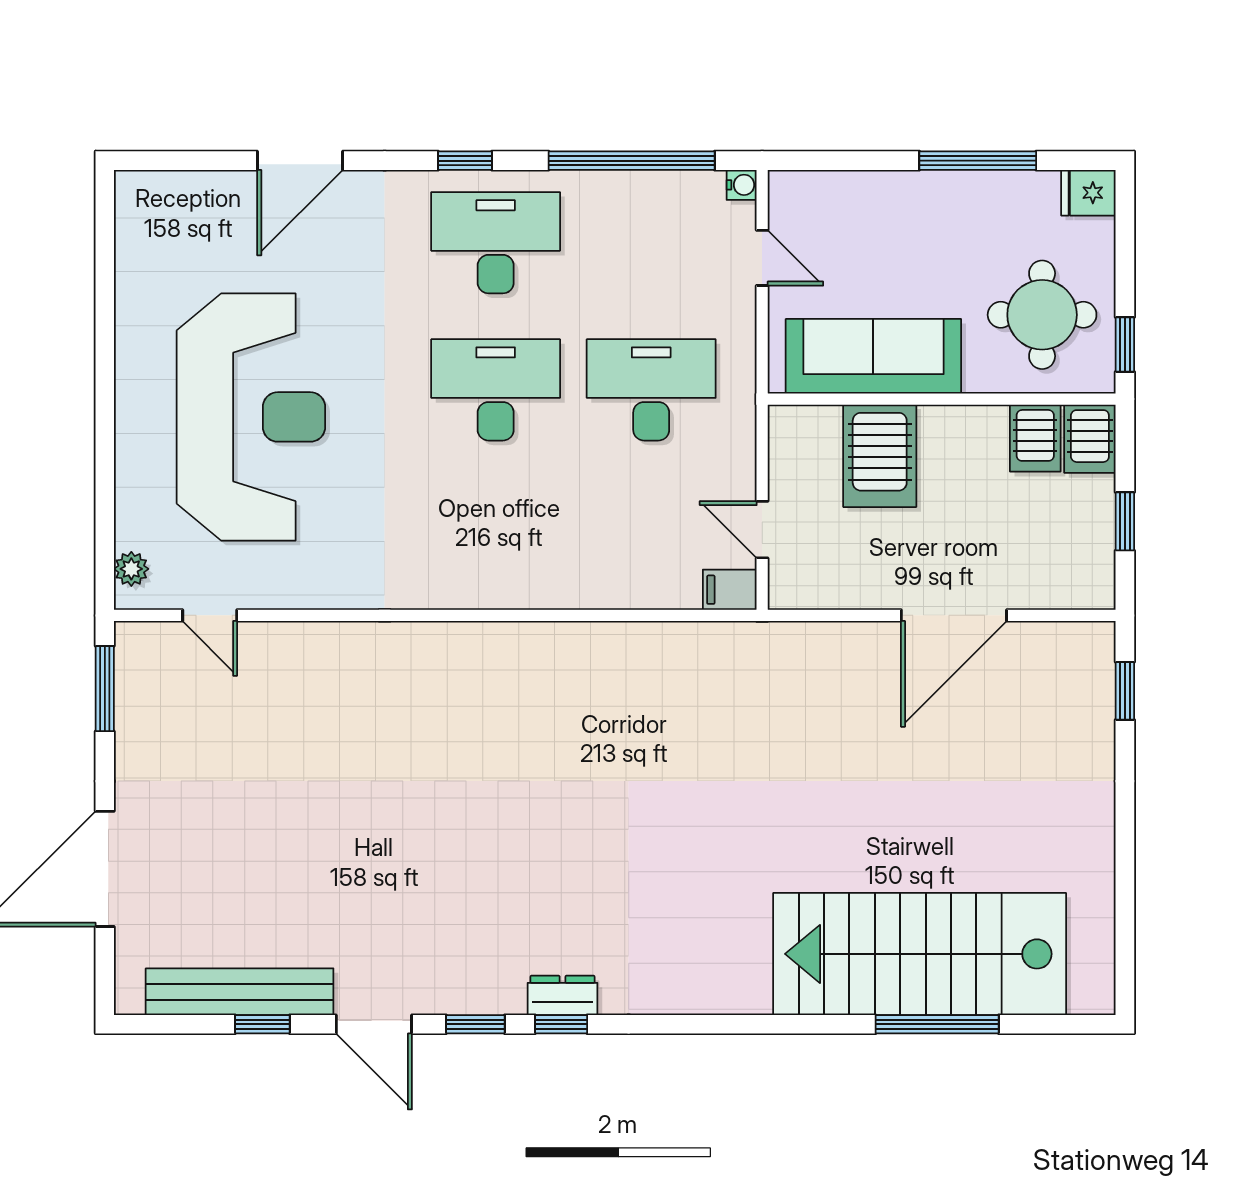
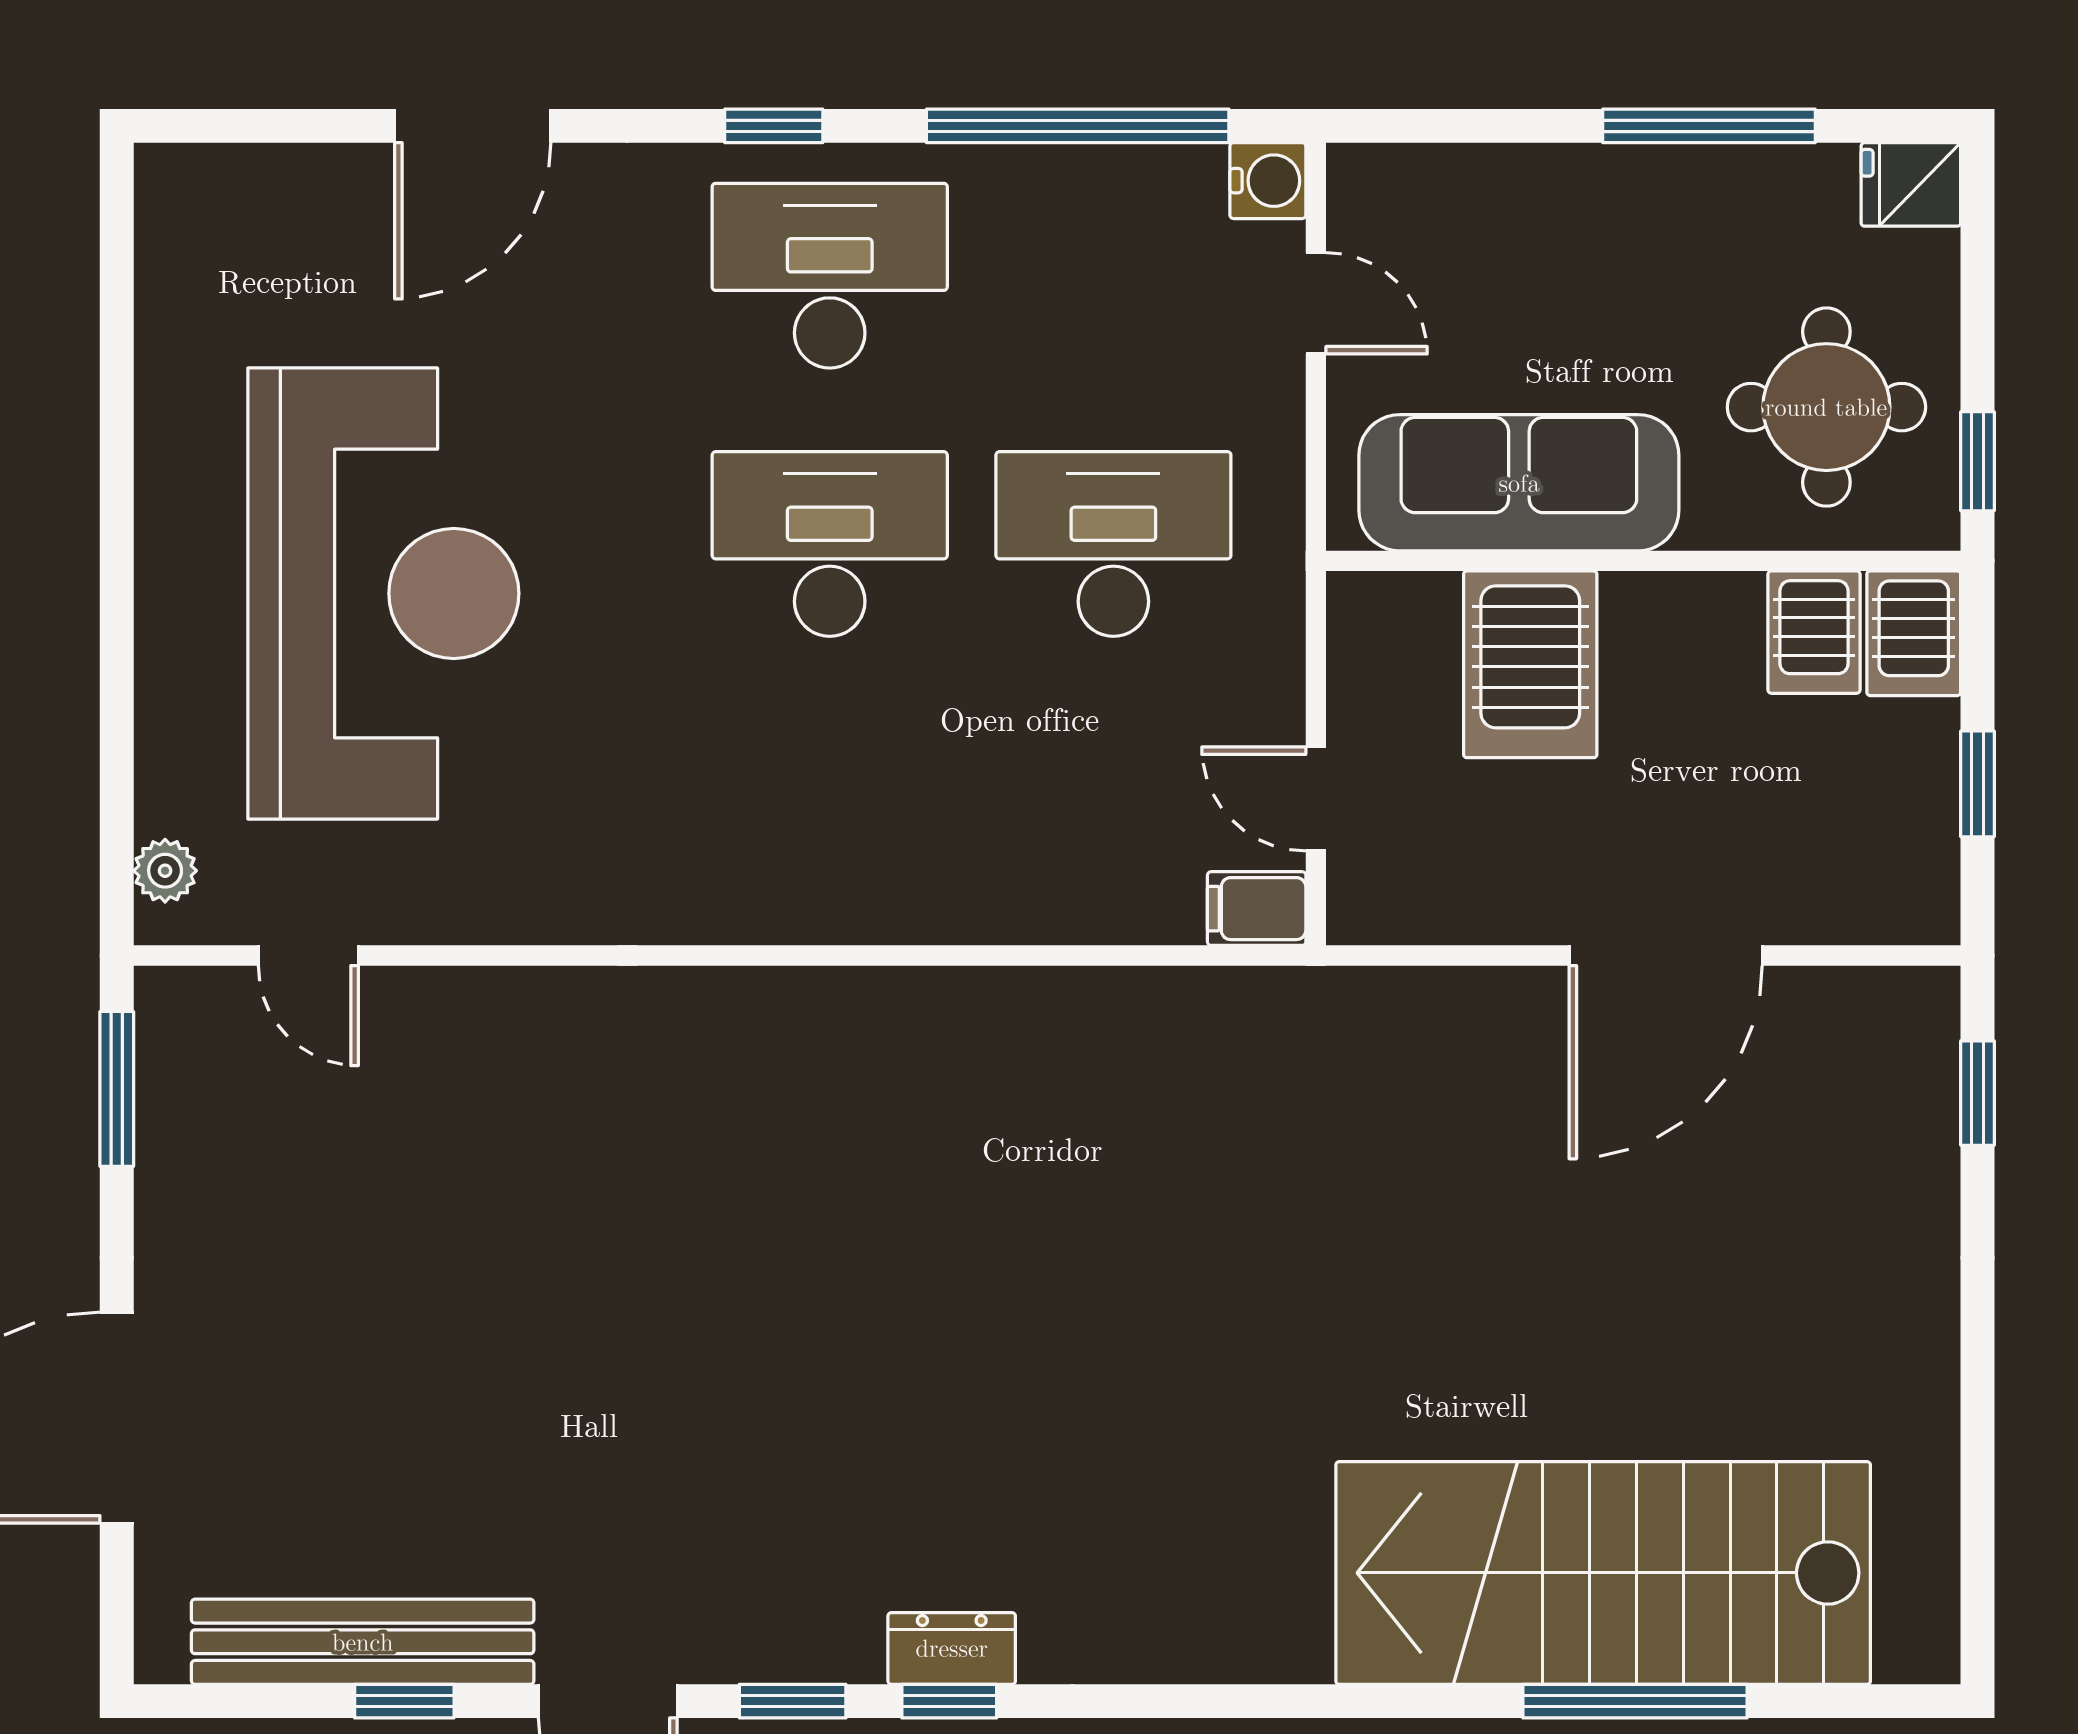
water cooler: (742, 185) -> (1268, 181), width x1.38, depth x1.38

